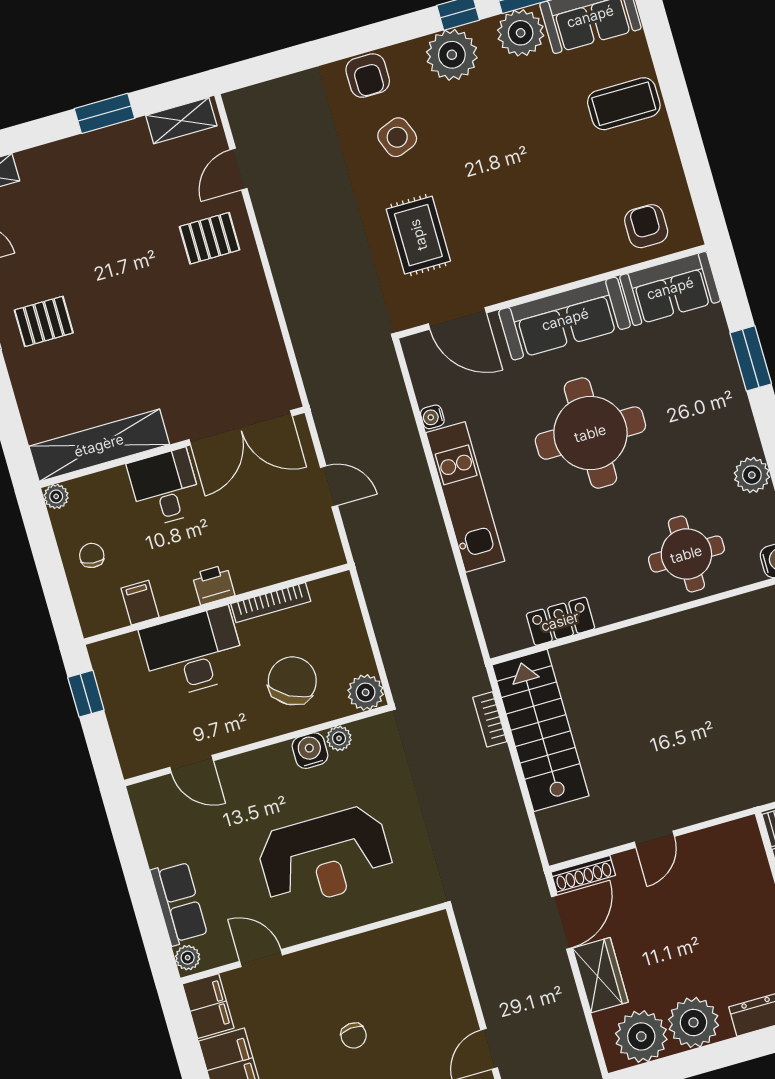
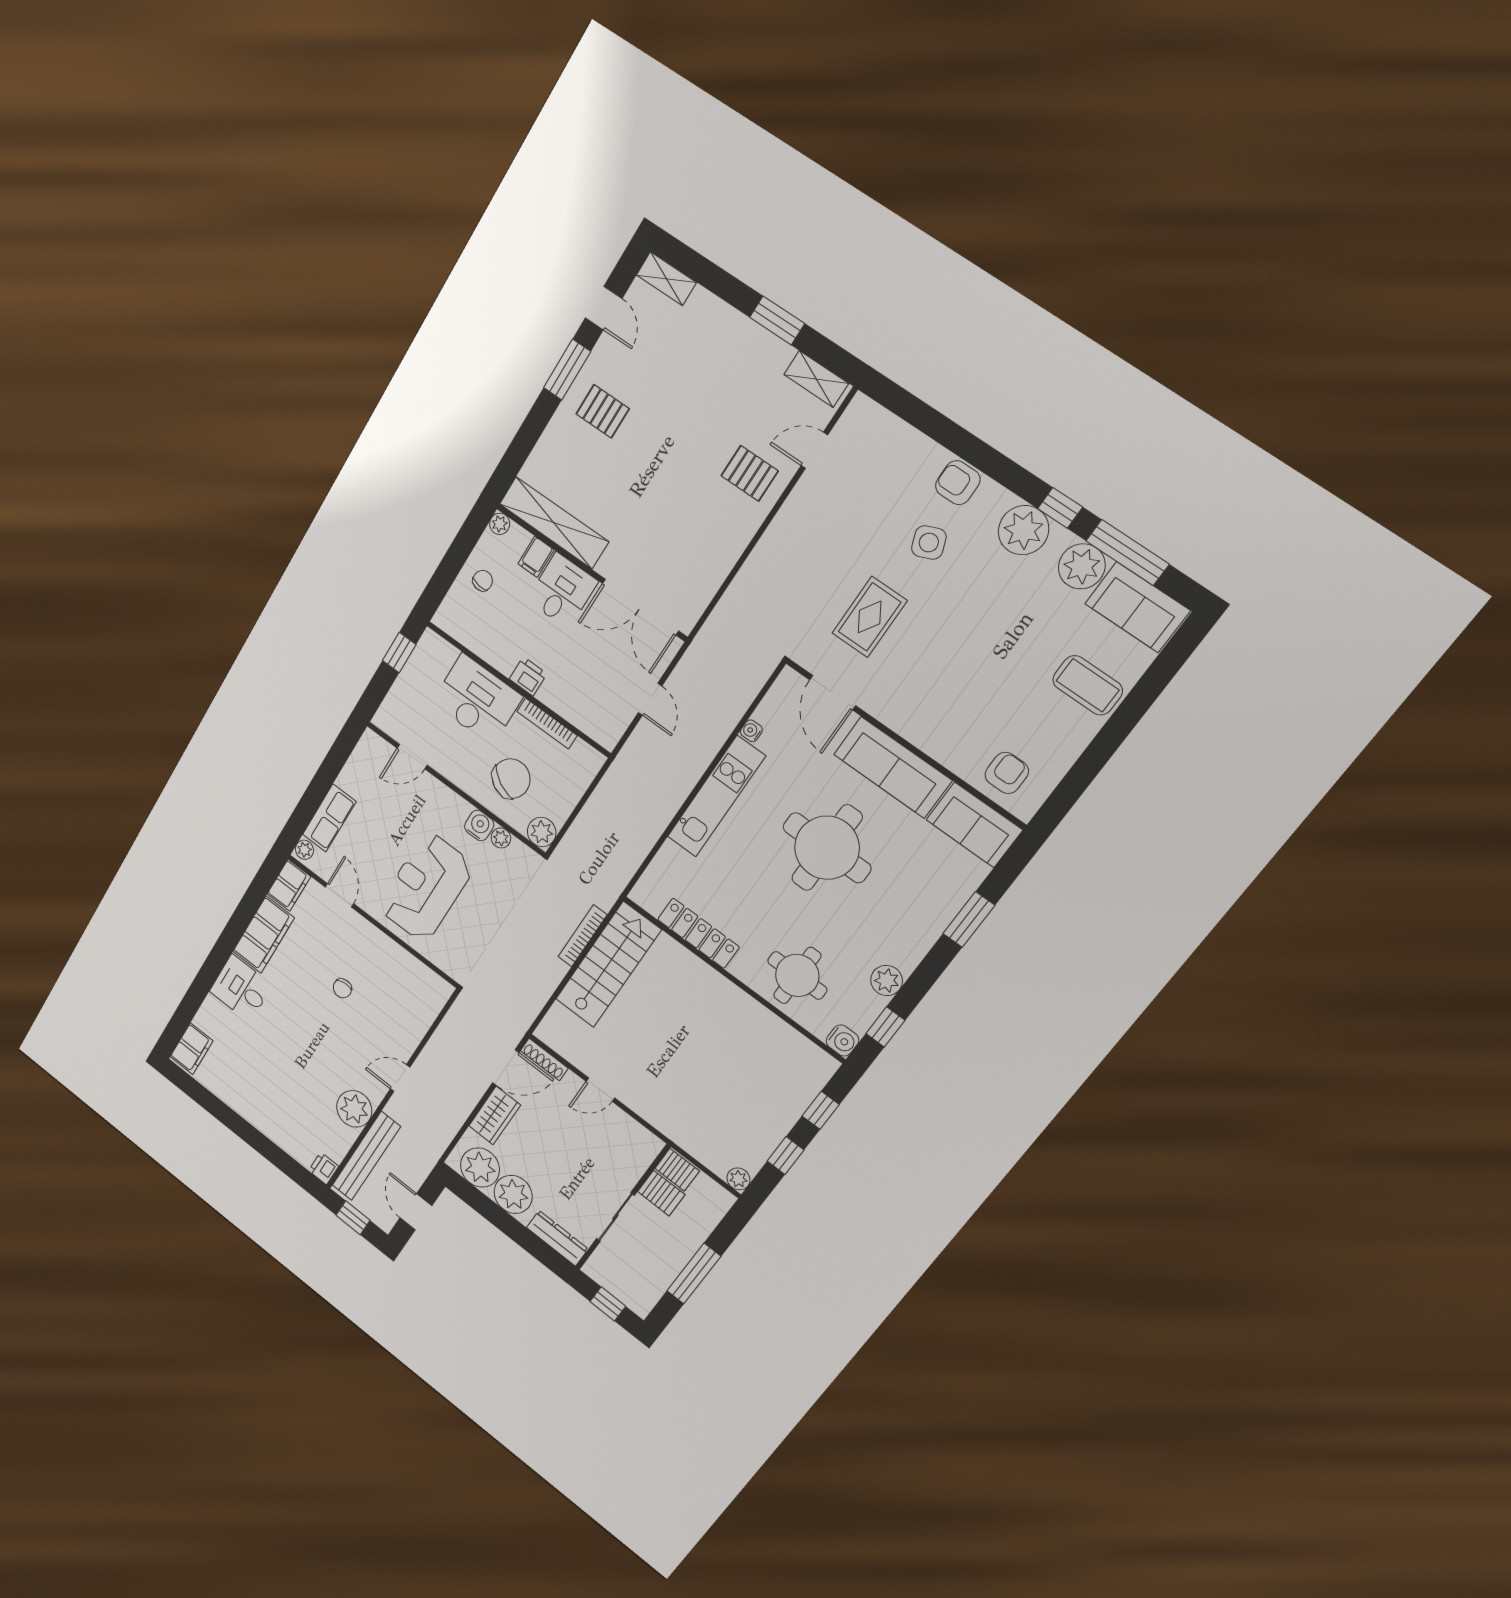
armchair: (368, 76) -> (958, 483), turned 90
filing cabinet: (140, 603) -> (536, 557), moved, turned 180
locker: (560, 621) -> (698, 933), width x1.53
bookcase: (490, 719) -> (582, 936), width x1.56
door: (192, 764) -> (412, 757), hinge flipped
reception desk: (325, 857) -> (426, 887), turned 90

